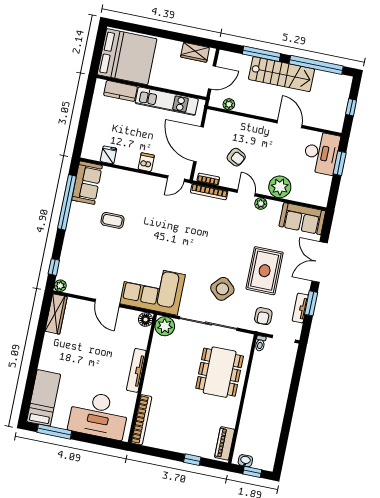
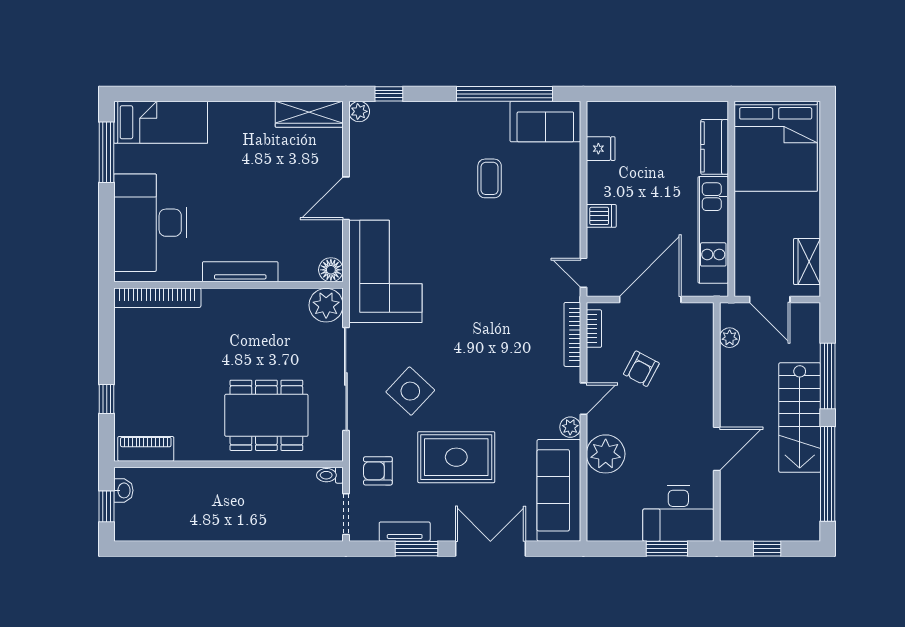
sofa: (302, 219) -> (559, 490), width x1.36

